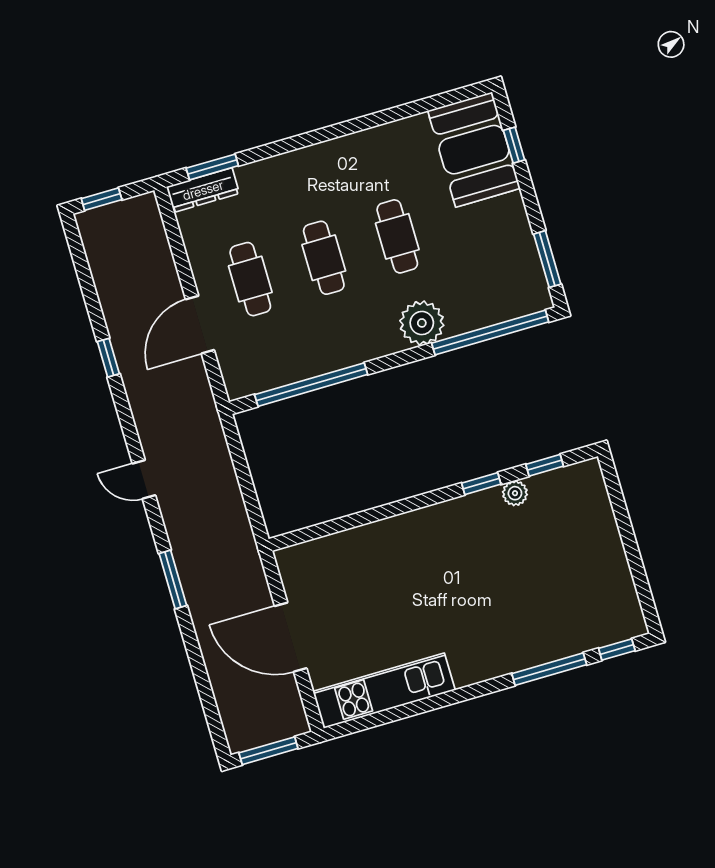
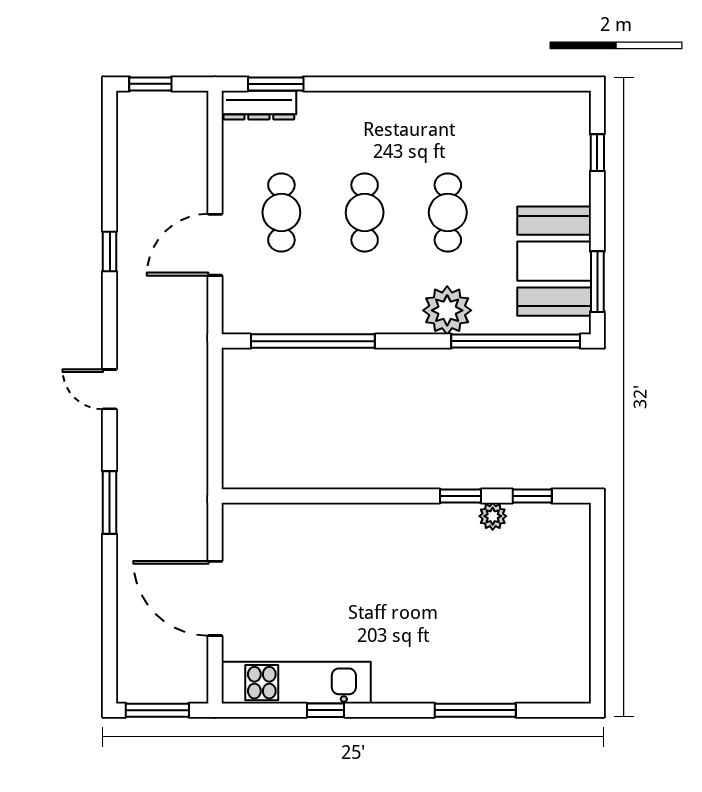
booth: (474, 150) -> (554, 261), moved
window: (617, 650) -> (325, 710), moved

